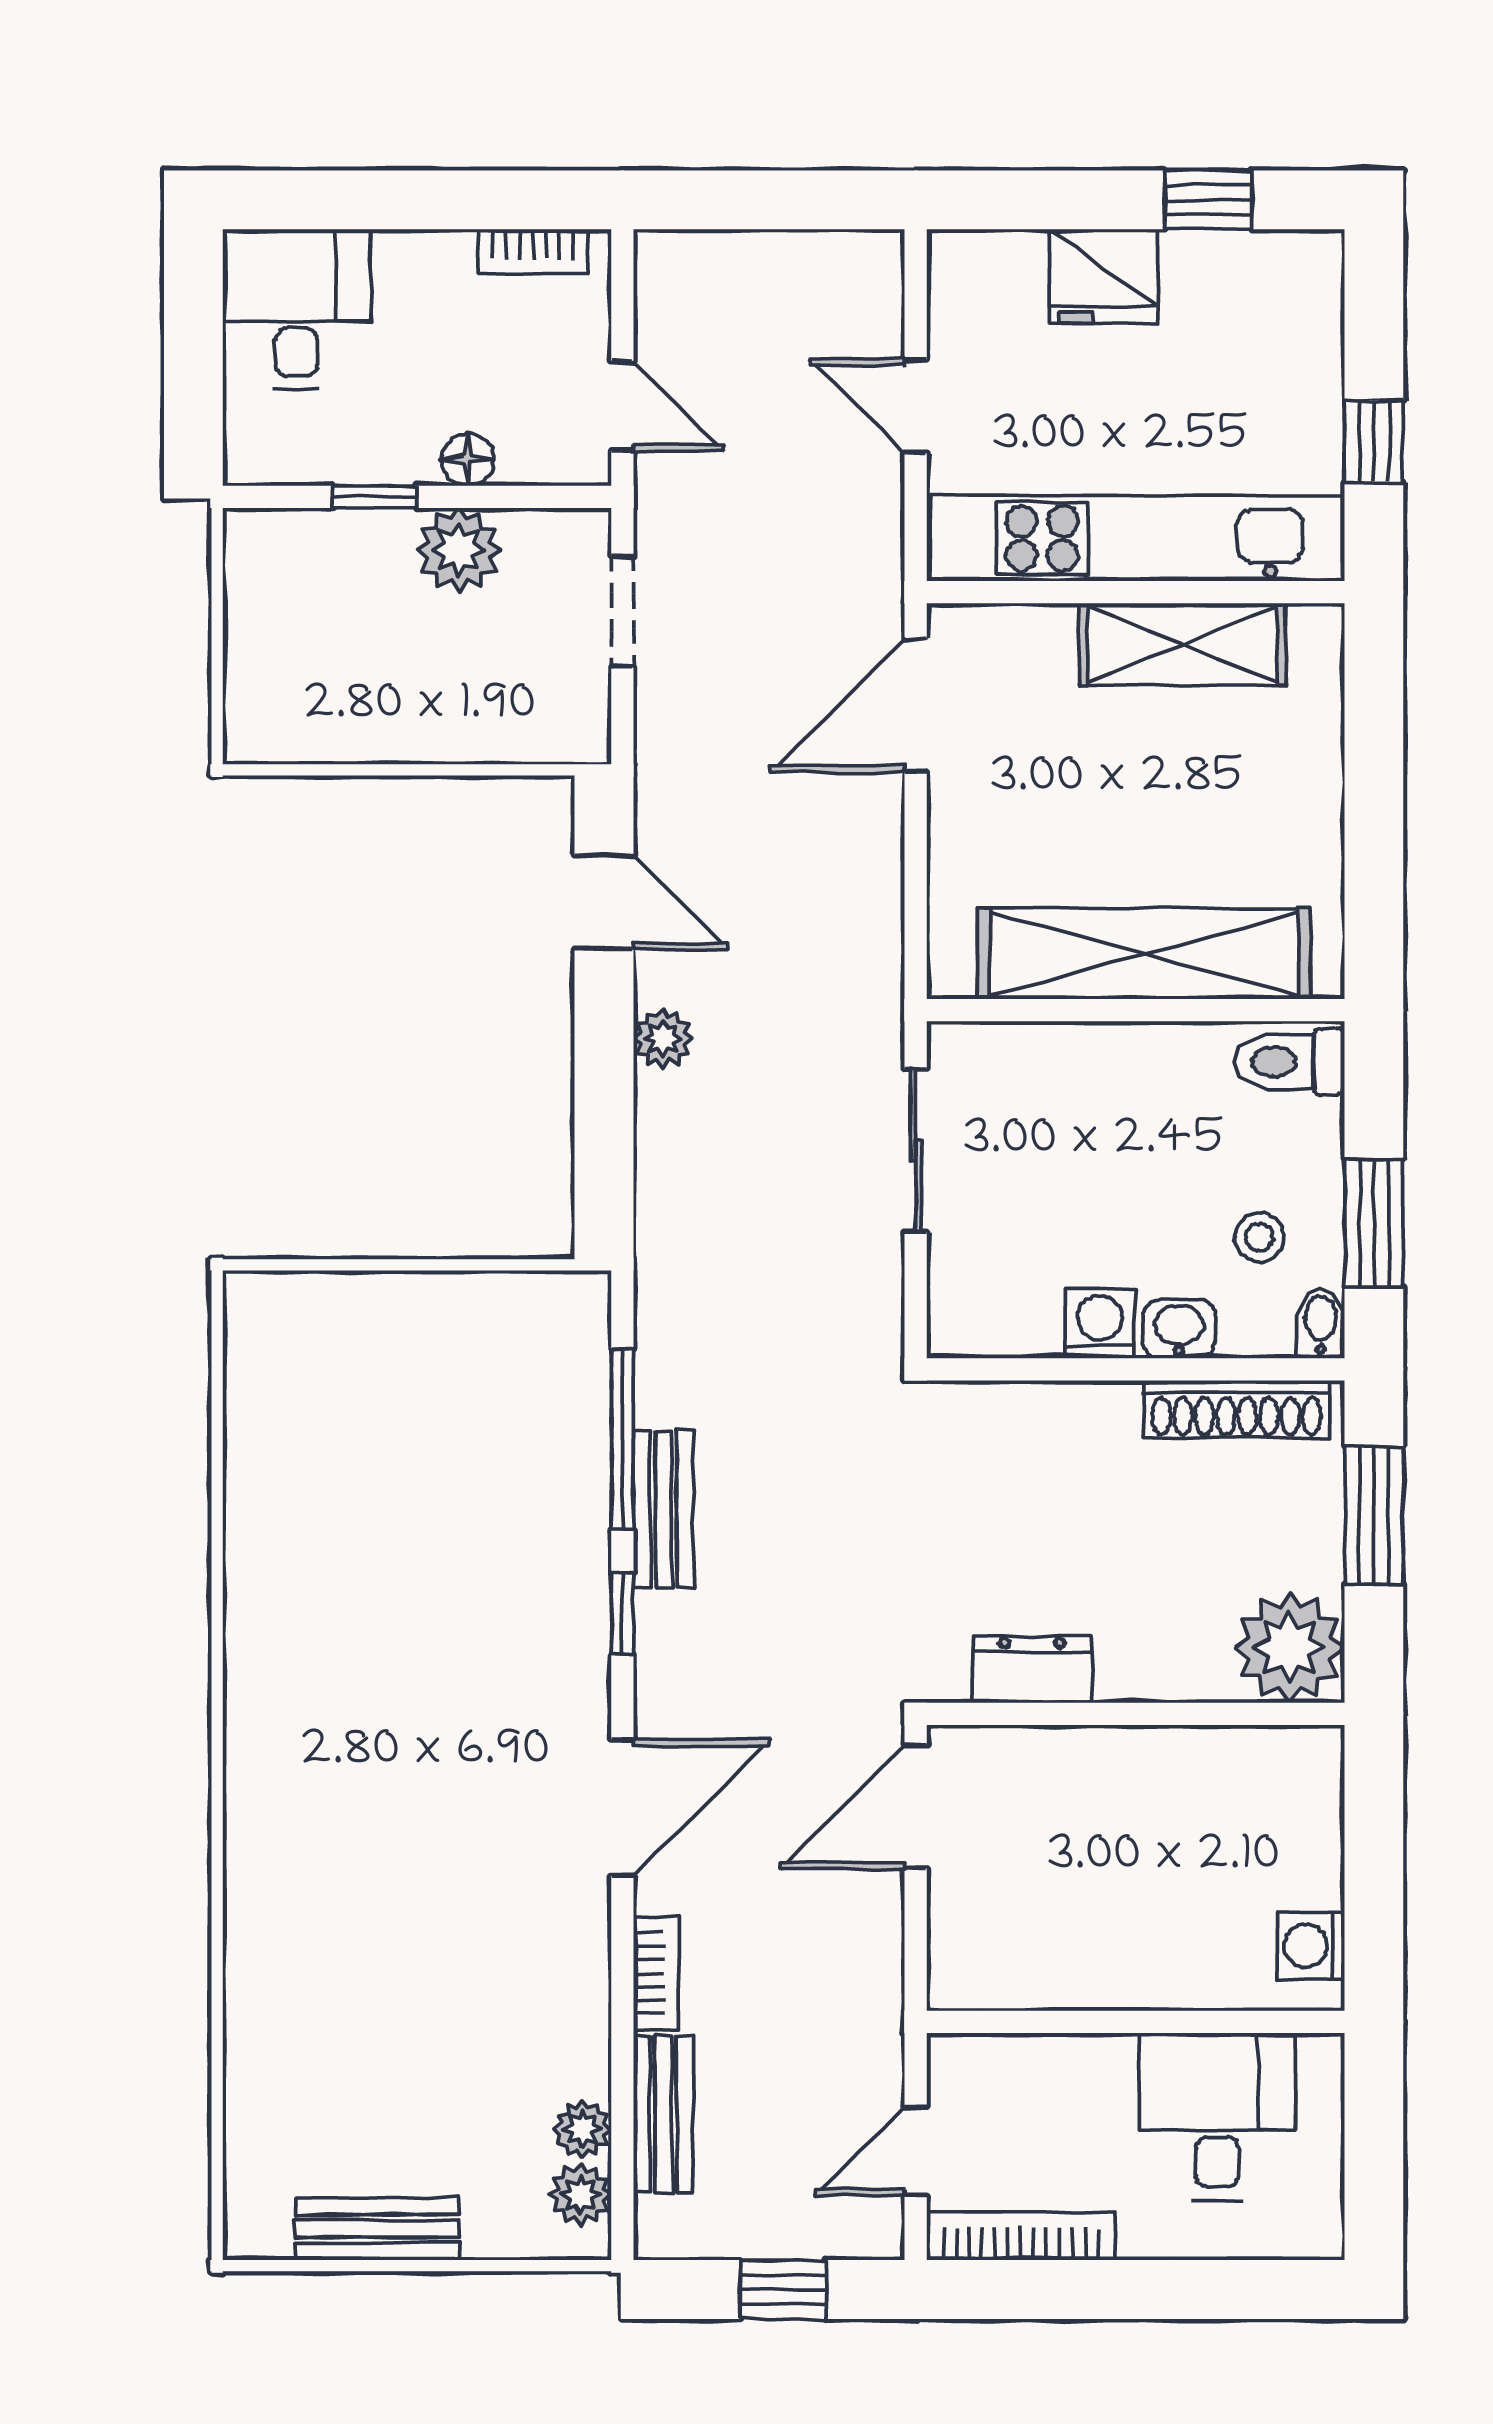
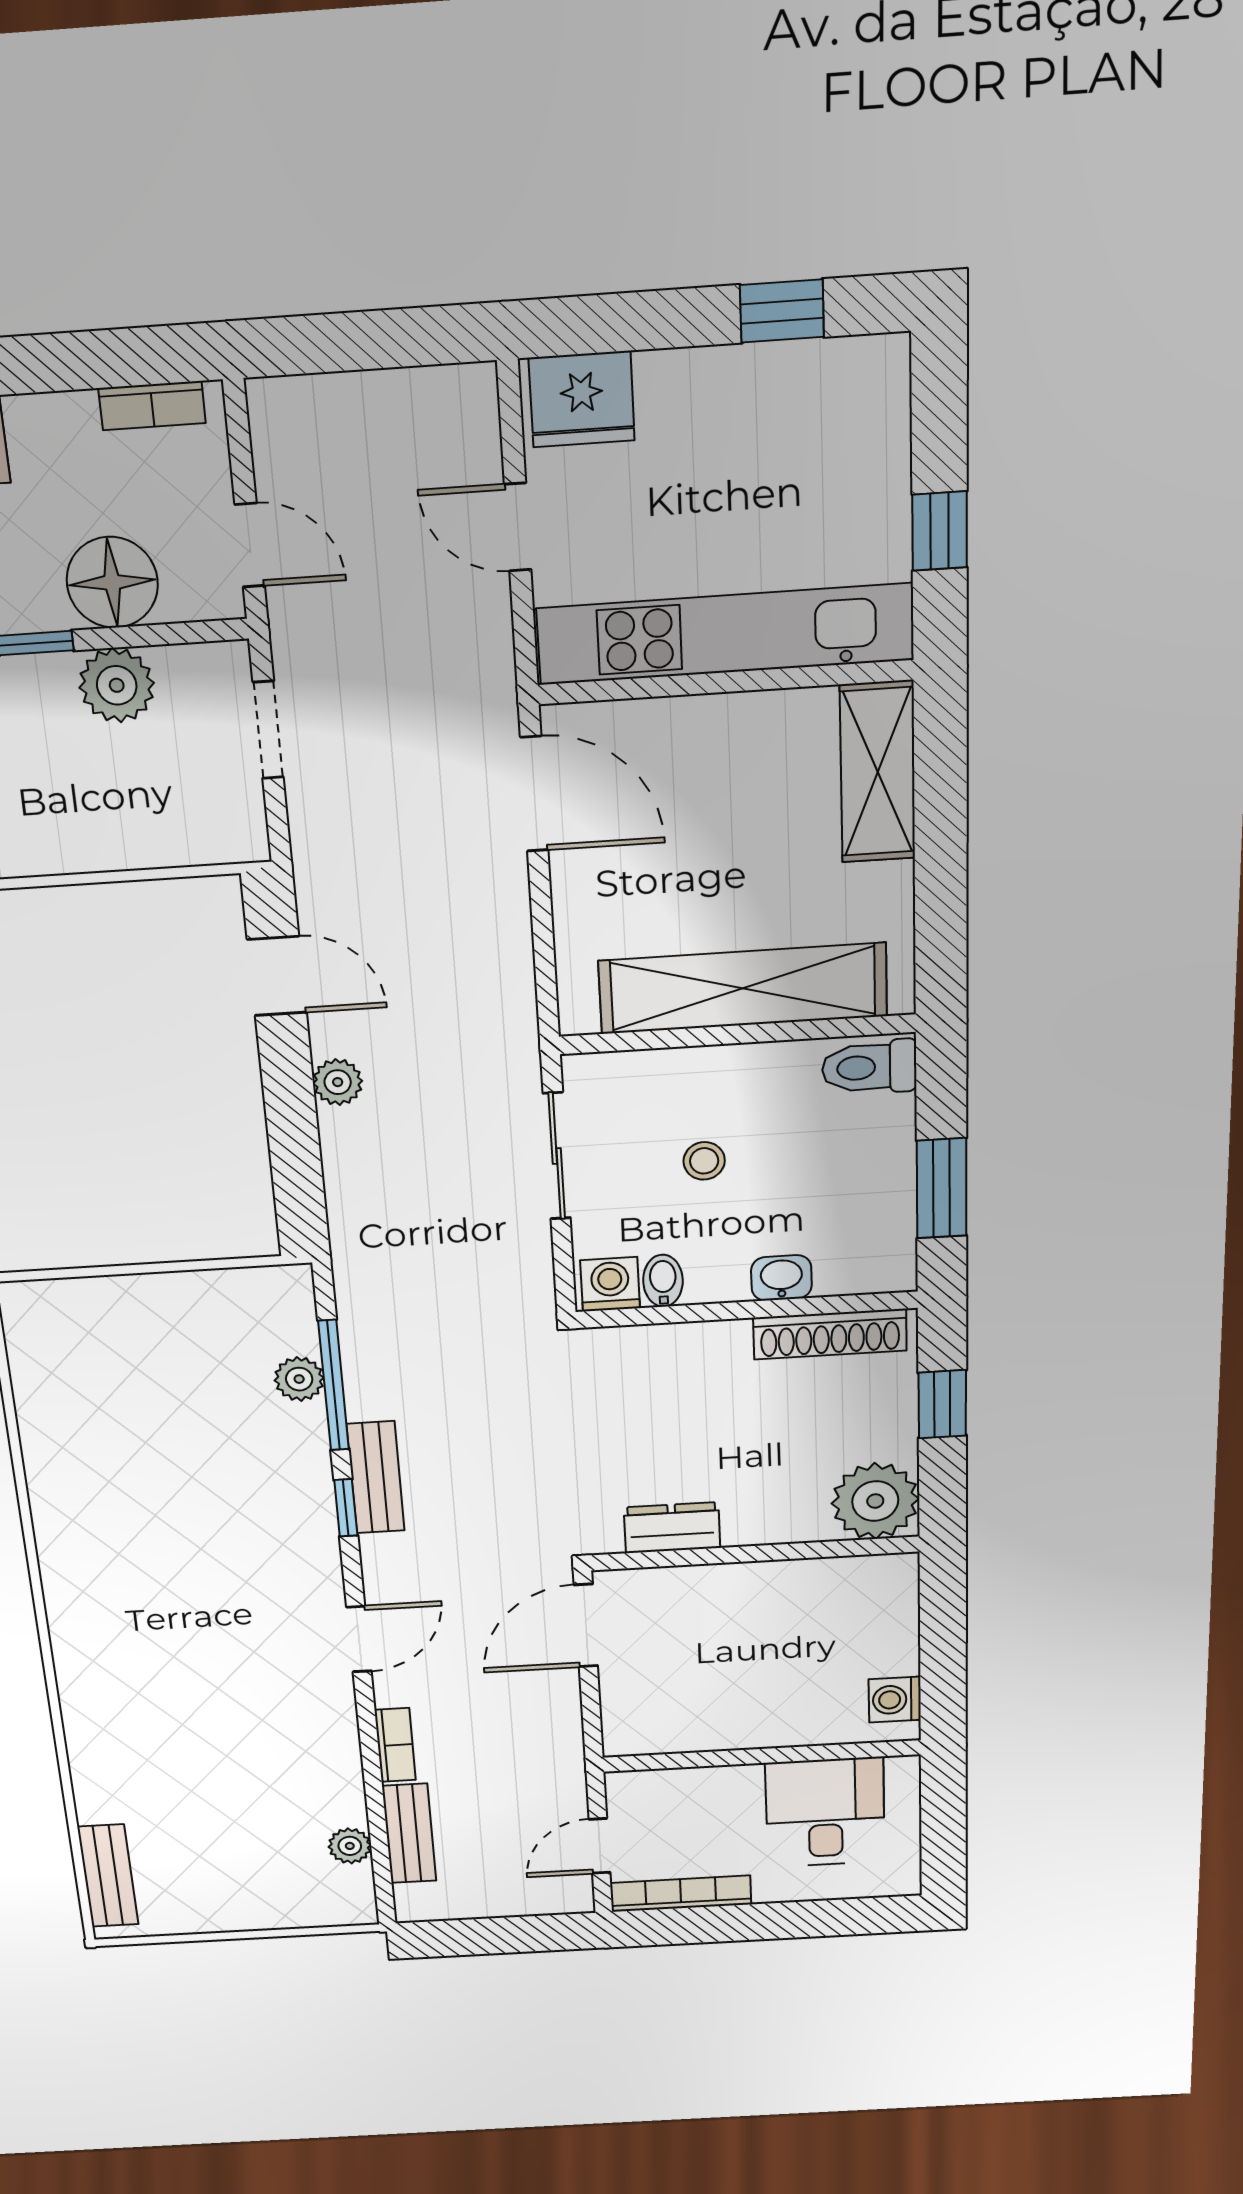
fridge: (1104, 276) -> (582, 399), moved
floor lamp: (468, 459) -> (112, 582), width x1.89, depth x1.89
shelving: (1183, 644) -> (878, 772), moved, turned 90
door: (916, 705) -> (534, 794), swing flipped
stool: (1259, 1237) -> (704, 1161), moved
bidet: (1321, 1323) -> (663, 1281), moved
washing machine: (1100, 1324) -> (610, 1284), moved
bench: (663, 1509) -> (376, 1477), moved
window: (1374, 1516) -> (942, 1404), width x0.67
door: (622, 1808) -> (359, 1639), width x0.73
plant: (581, 2195) -> (299, 1379), moved
bench: (377, 2229) -> (108, 1876), moved, turned 90
window: (783, 2290) -> (507, 1935), removed

